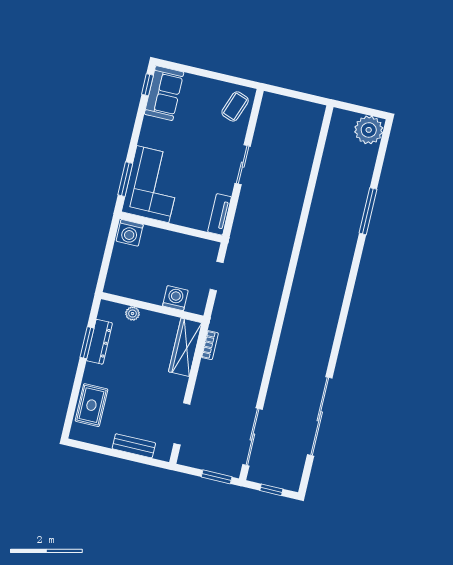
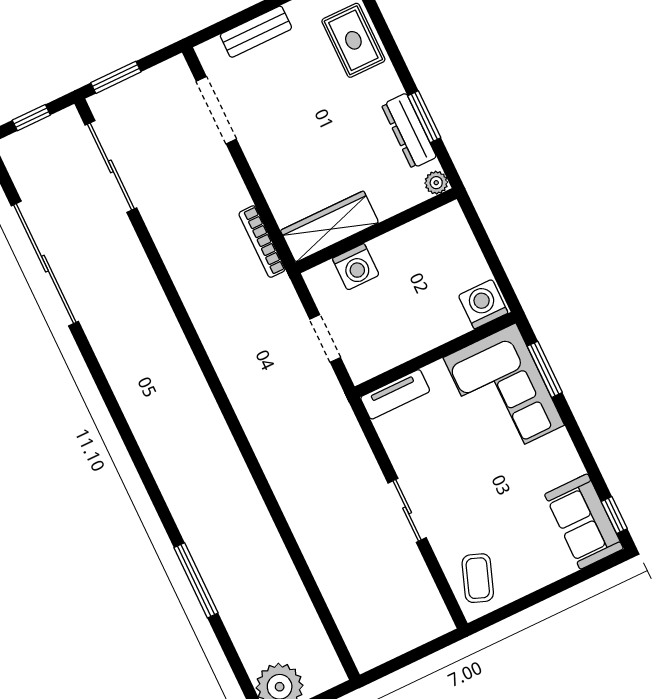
tv unit: (220, 214) -> (395, 394), moved, turned 90
plant: (132, 314) -> (436, 183), moved
bookcase: (210, 345) -> (262, 242), width x1.56
wardrobe: (185, 347) -> (330, 227), moved, turned -90

